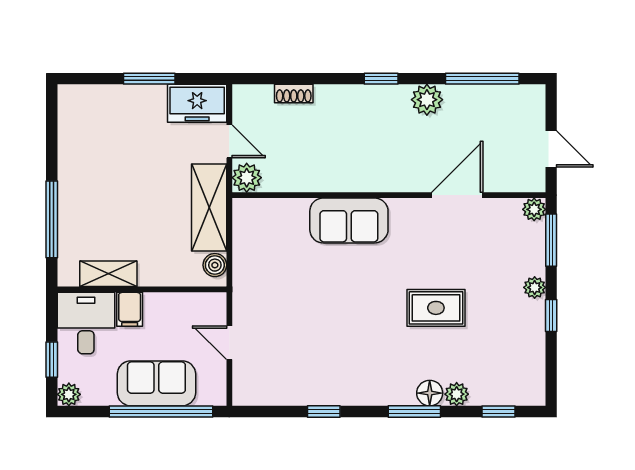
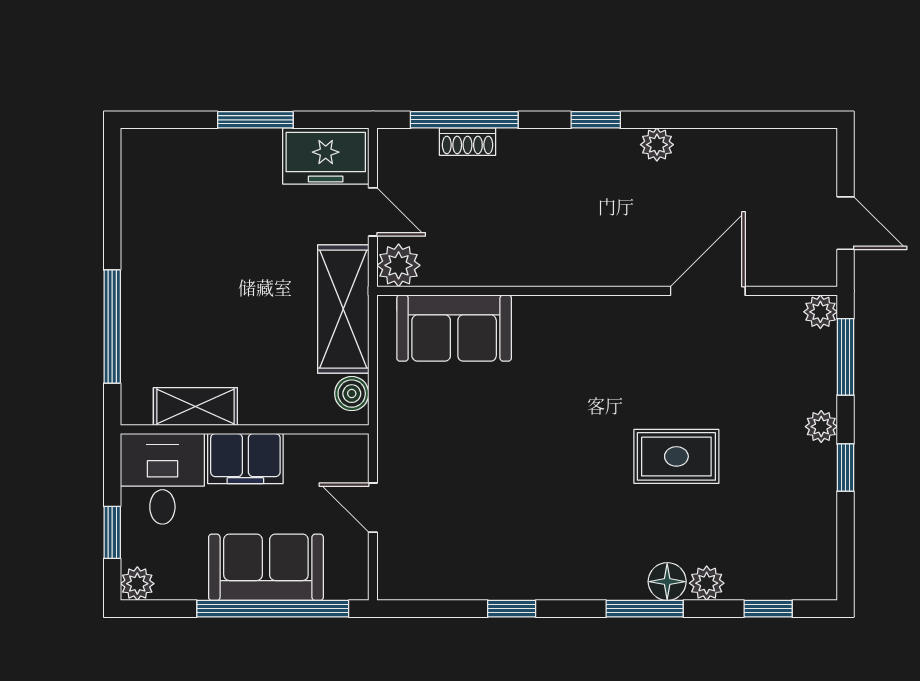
window: (482, 79) -> (464, 120), moved
plant: (427, 100) -> (657, 145), width x0.73, depth x0.73
sofa: (349, 220) -> (454, 328), moved
filing cabinet: (130, 309) -> (245, 459), width x2.00

